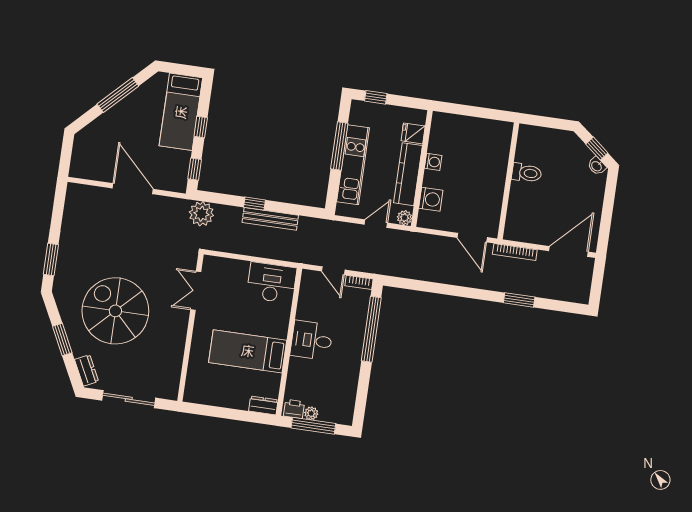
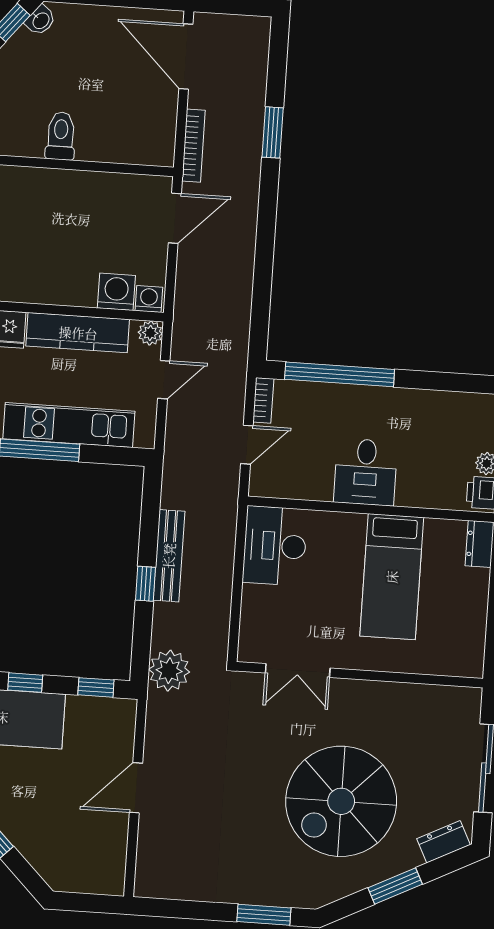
washing machine: (433, 162) -> (149, 299), moved
door: (133, 189) -> (136, 788), width x0.73
door: (376, 224) -> (164, 380), swing flipped

